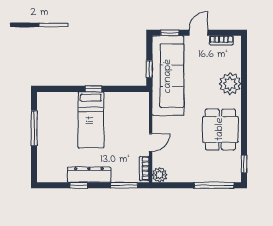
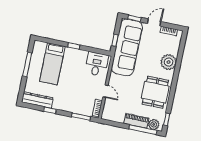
desk: (130, 108) -> (97, 64), added
bed: (91, 120) -> (52, 64), moved
door: (151, 143) -> (105, 91), hinge flipped
dresser: (89, 175) -> (37, 100), moved
plant: (160, 175) -> (154, 124), moved
piano: (202, 175) -> (136, 121), added

